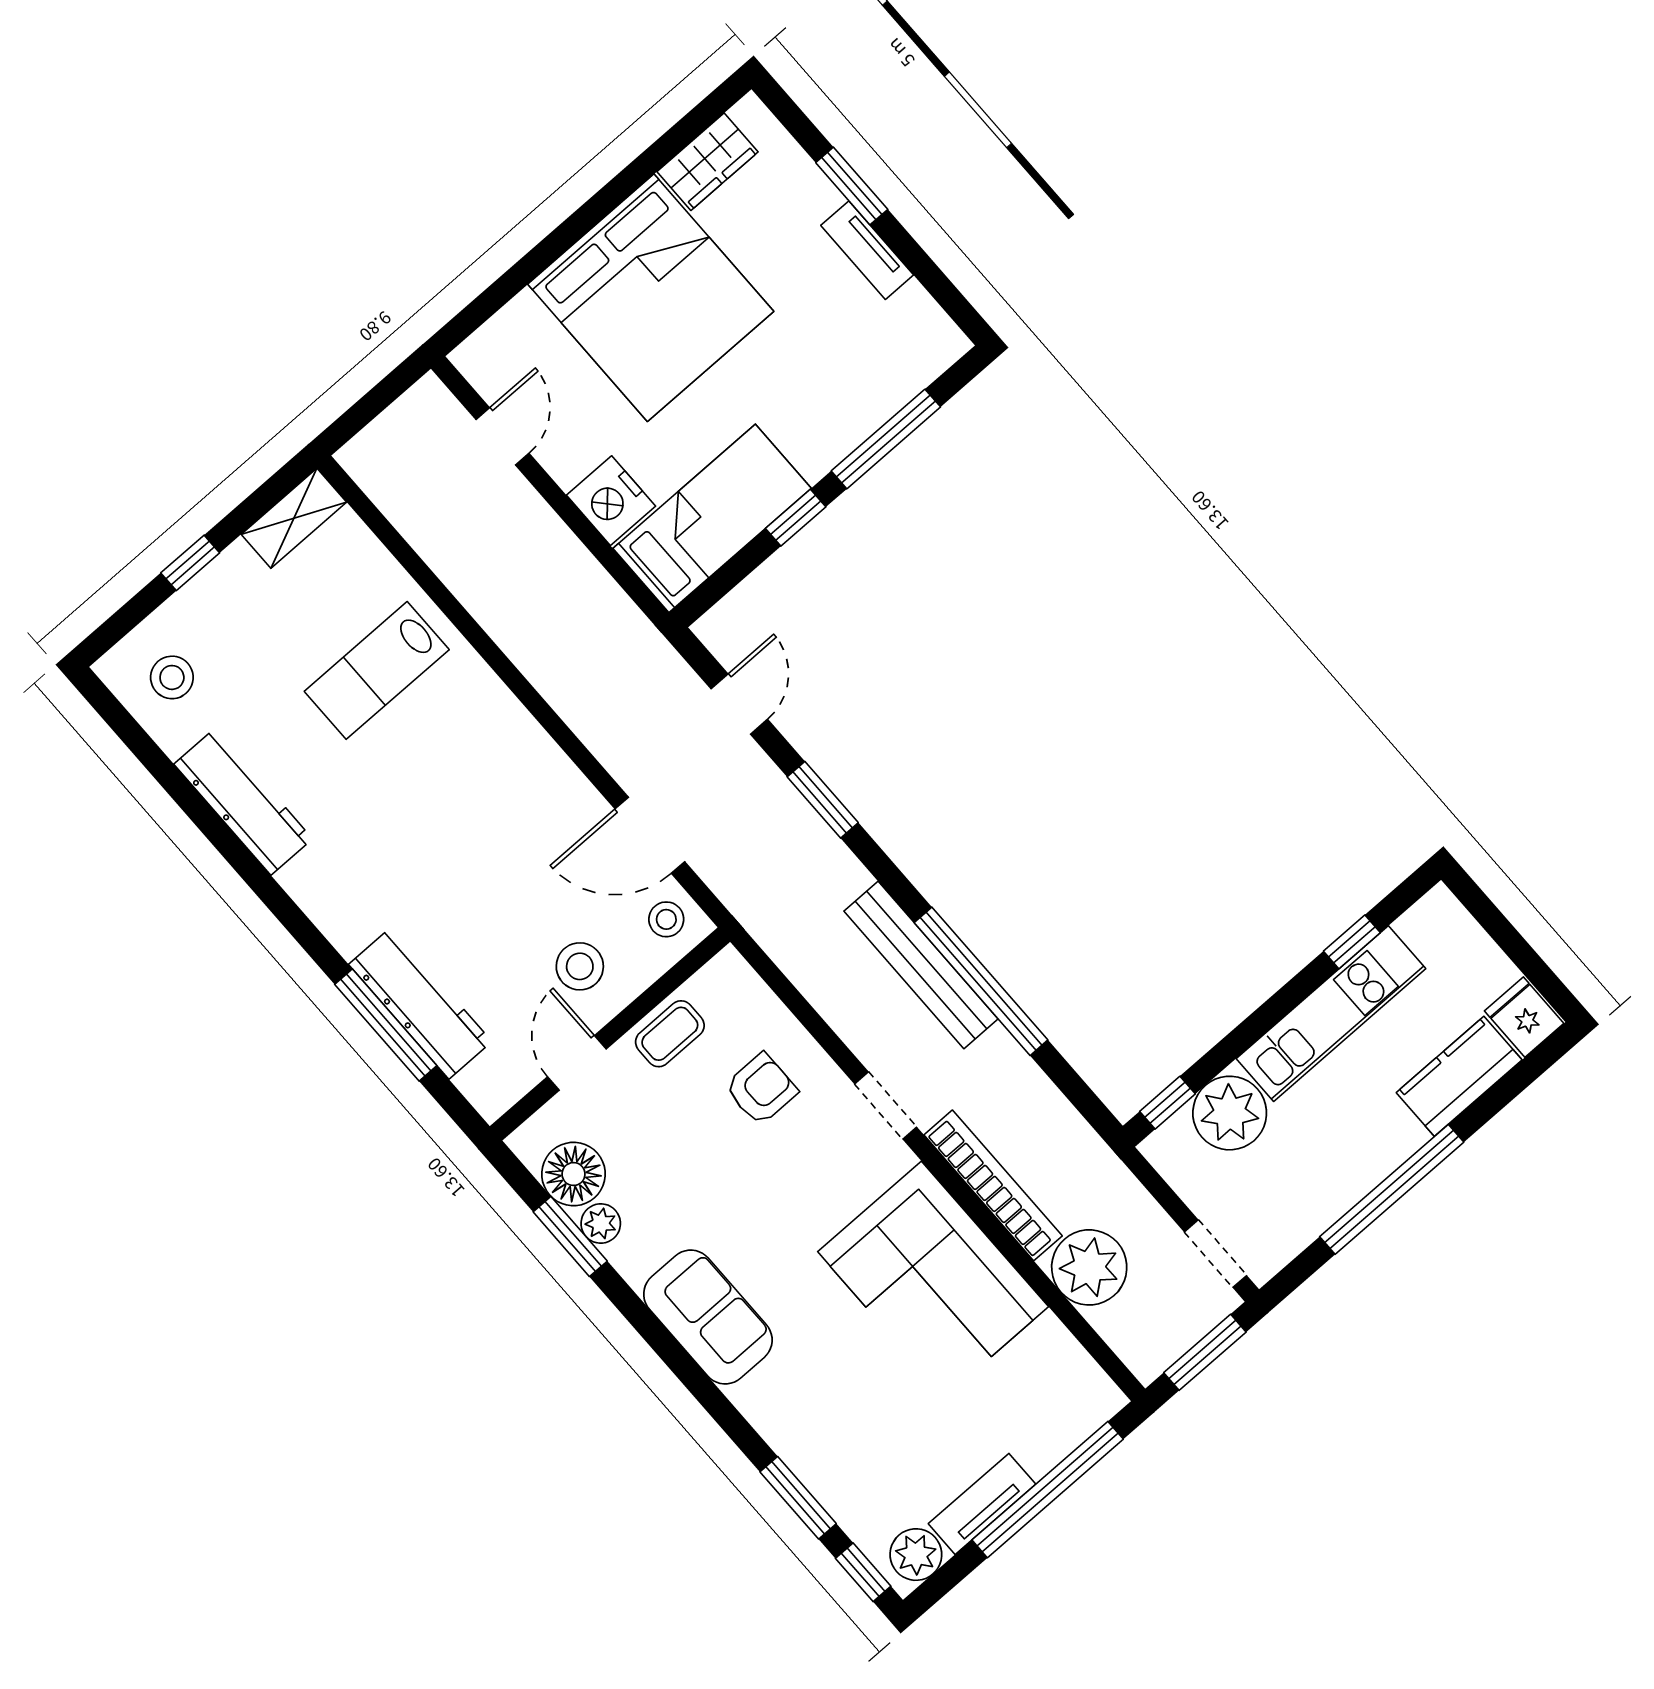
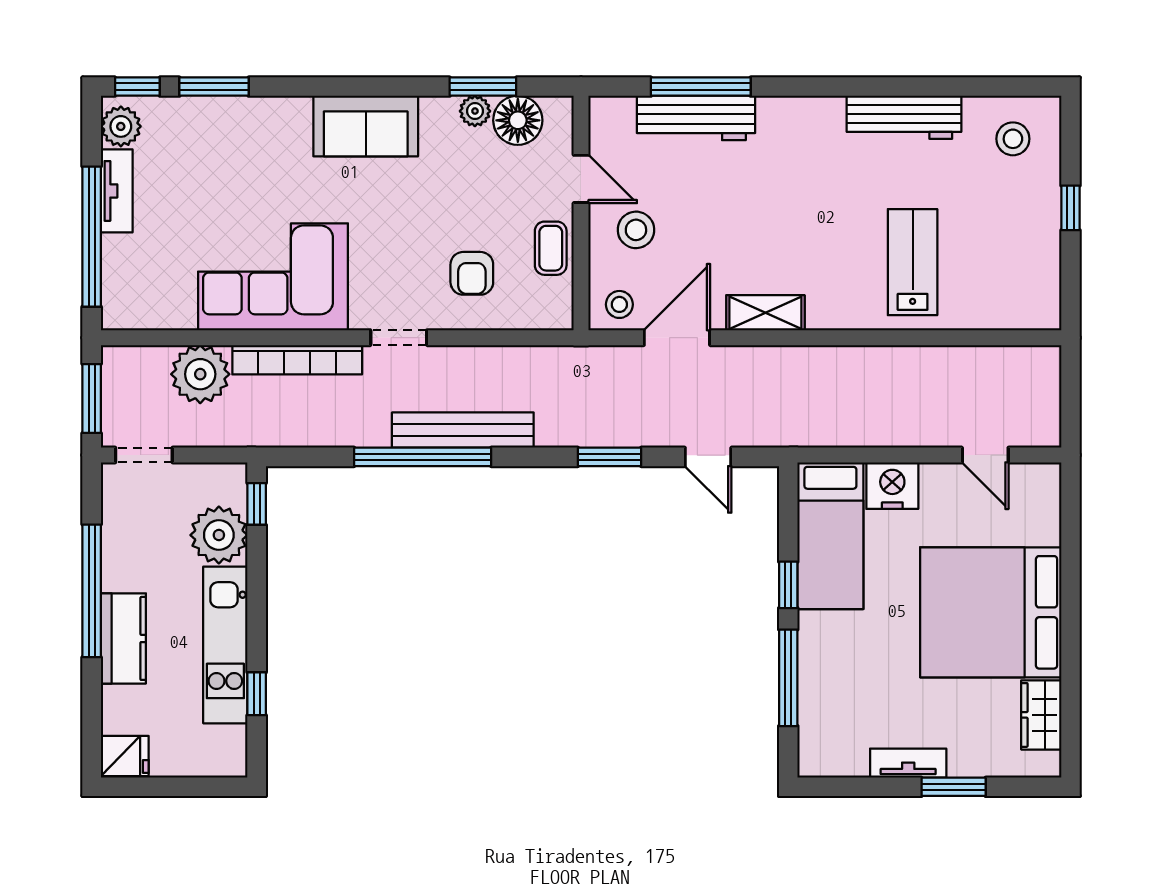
shelving: (294, 518) -> (765, 313), moved, turned 90
kitchen counter: (1459, 1076) -> (123, 638), moved

